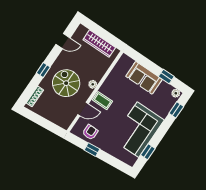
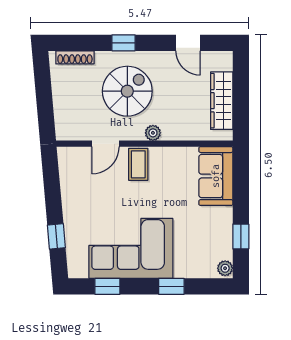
sofa: (144, 78) -> (216, 176), moved
door: (83, 109) -> (105, 144), hinge flipped
window: (176, 110) -> (171, 286), moved
armchair: (90, 132) -> (78, 178), removed
window: (92, 150) -> (56, 236), moved

